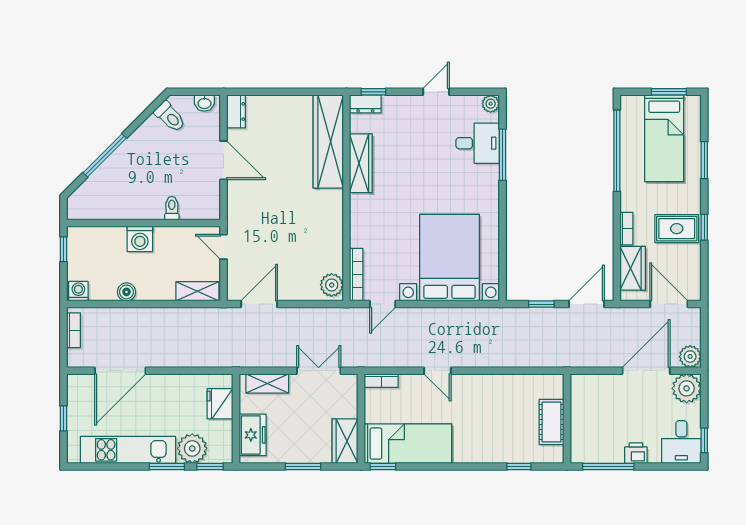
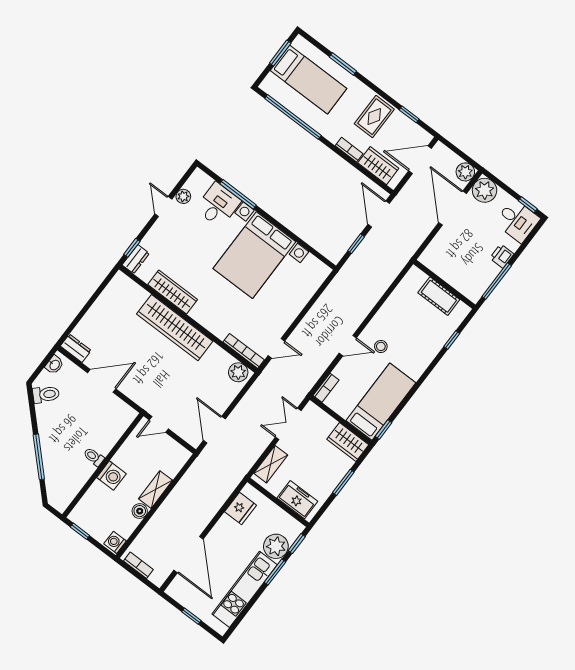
plant: (491, 104) -> (183, 196), moved
wardrobe: (328, 142) -> (175, 328), moved
toilet: (172, 208) -> (94, 457), moved
window: (704, 227) -> (409, 114), moved
bed with nightstands: (450, 258) -> (254, 255), moved, turned -90
shelving: (197, 291) -> (155, 490), moved
door: (383, 304) -> (276, 348), hinge flipped
stool: (461, 403) -> (381, 346), added
fridge: (220, 404) -> (240, 508), moved, turned -90

